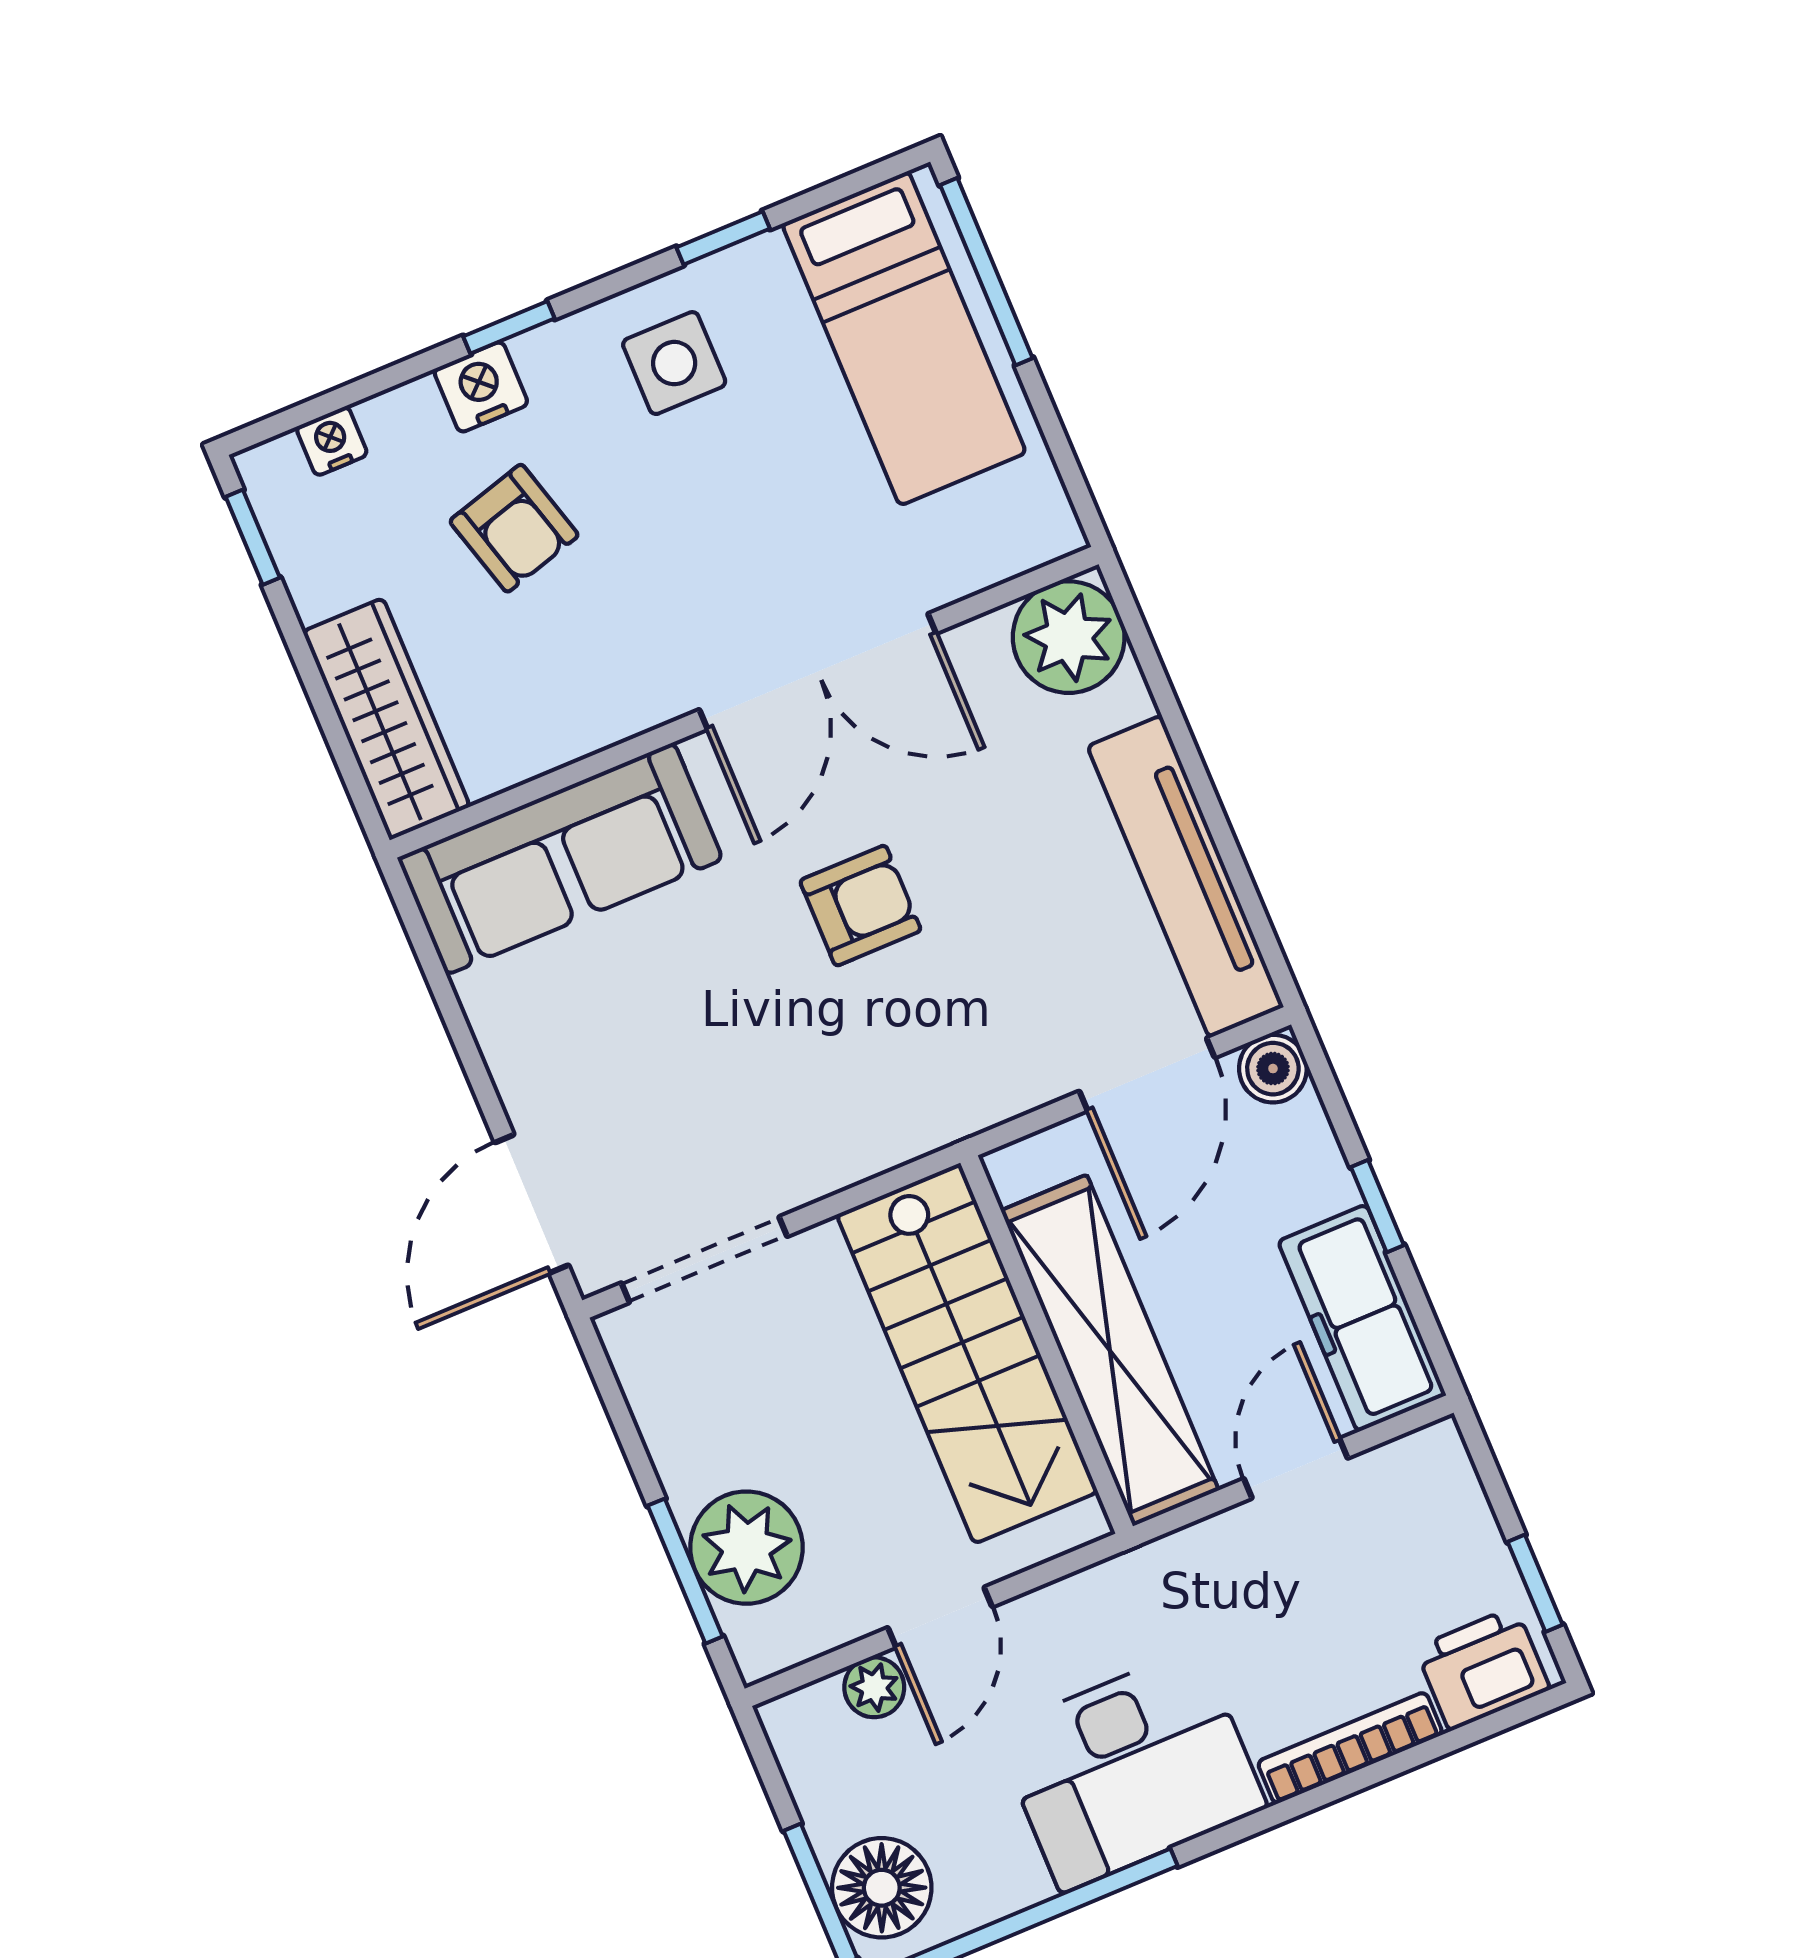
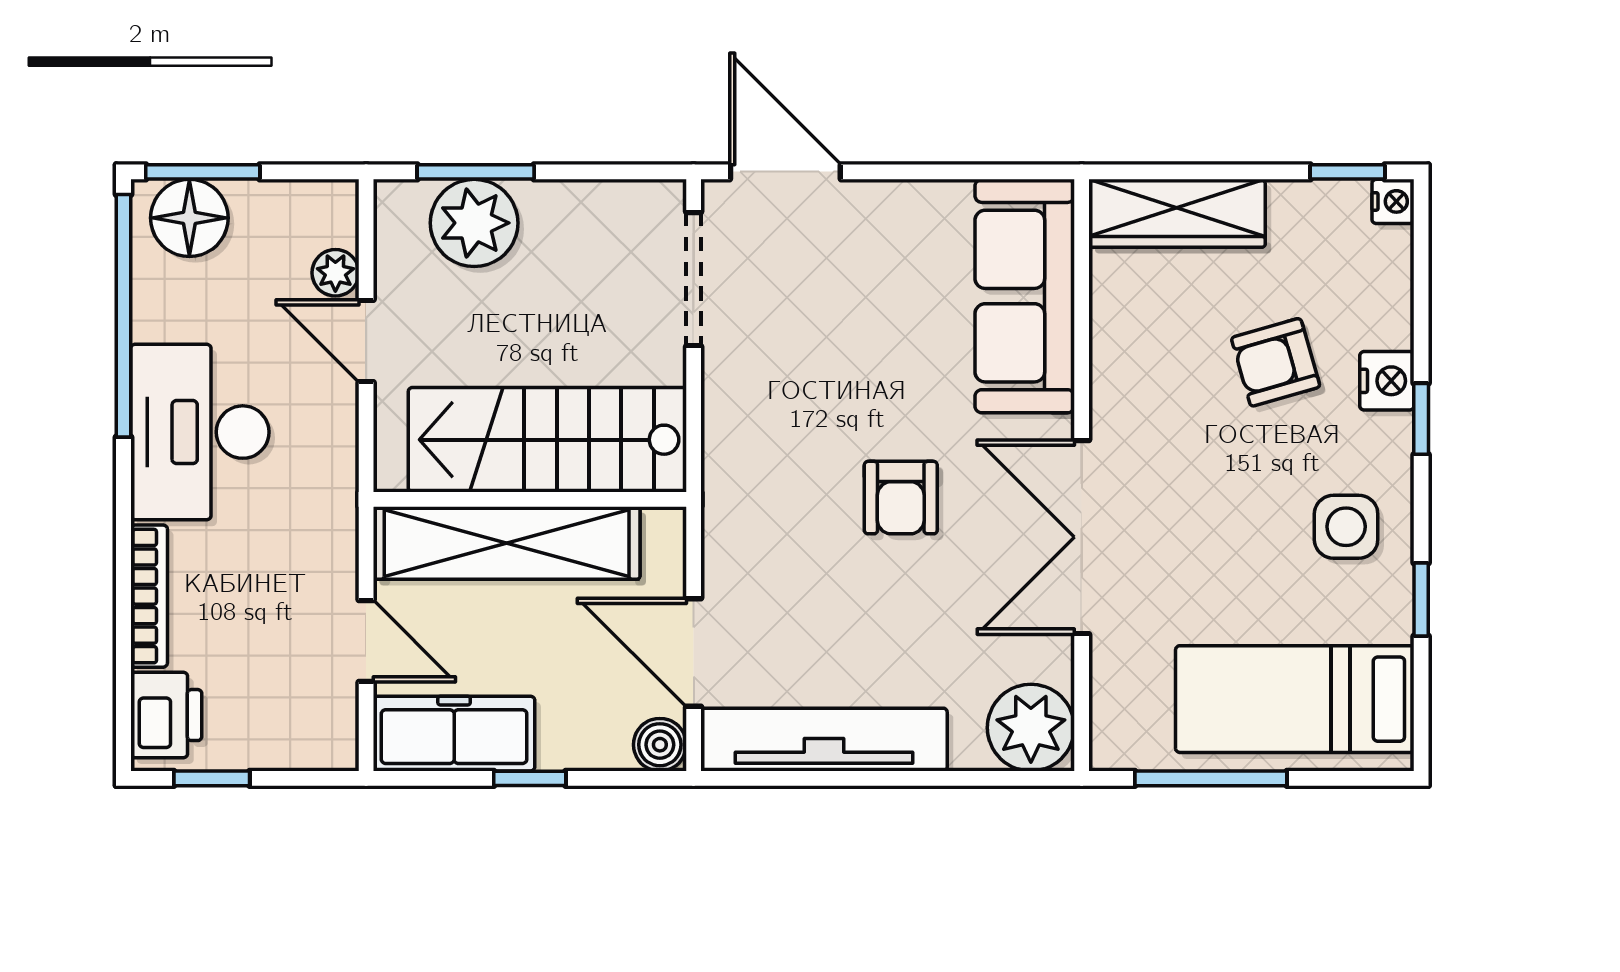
window: (986, 272) -> (1211, 778), moved
nightstand: (332, 441) -> (1393, 201), moved

